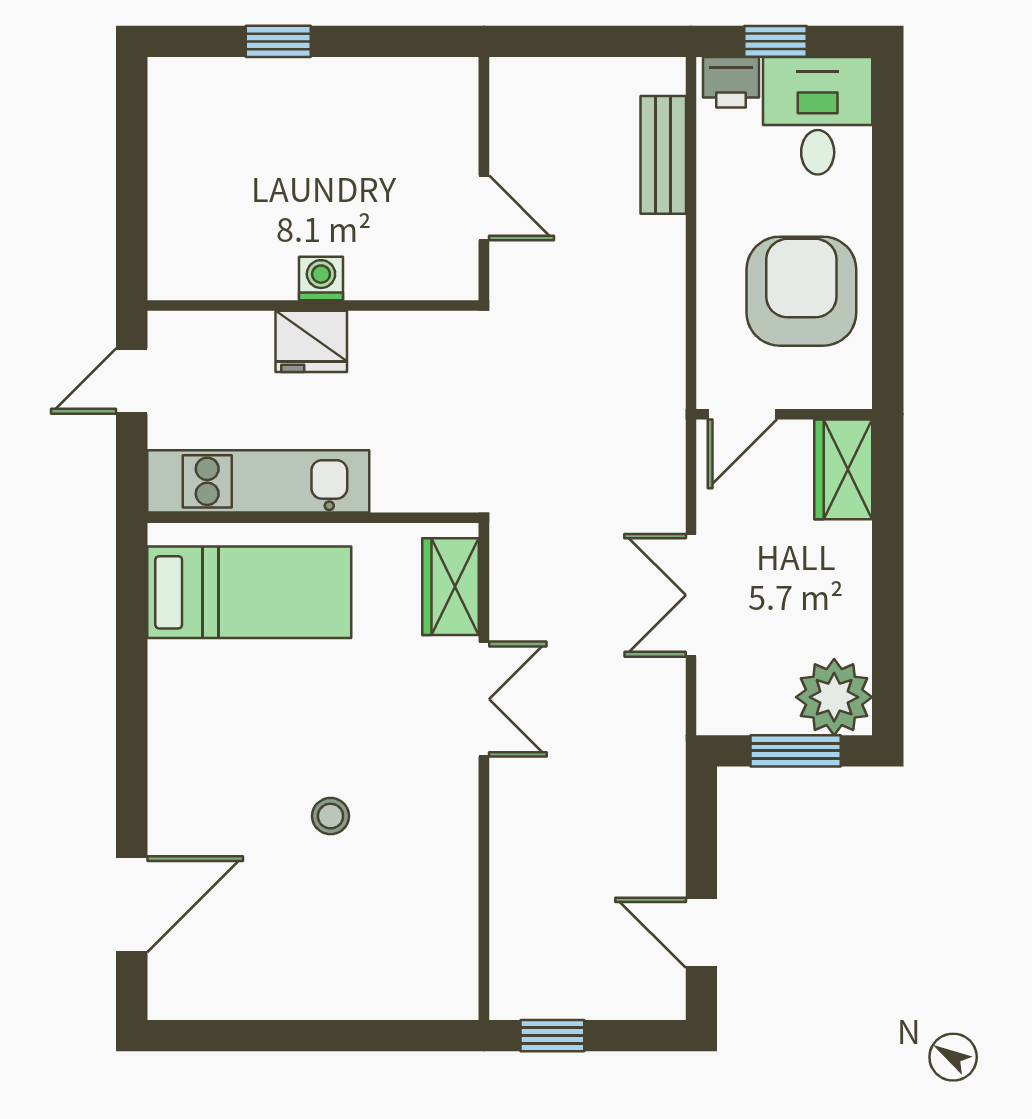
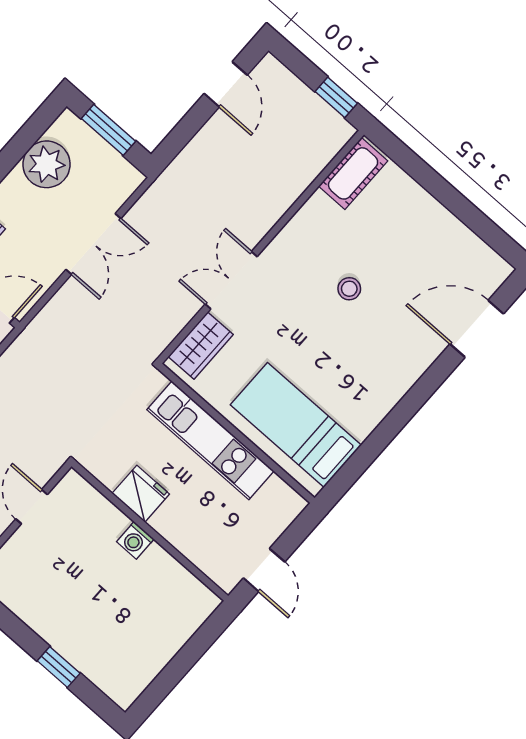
fridge: (311, 341) -> (141, 494), moved
door: (132, 381) -> (264, 570), hinge flipped
kitchen unit: (258, 481) -> (210, 440), moved
plant: (834, 697) -> (47, 164), moved
cot: (450, 961) -> (353, 173), added

